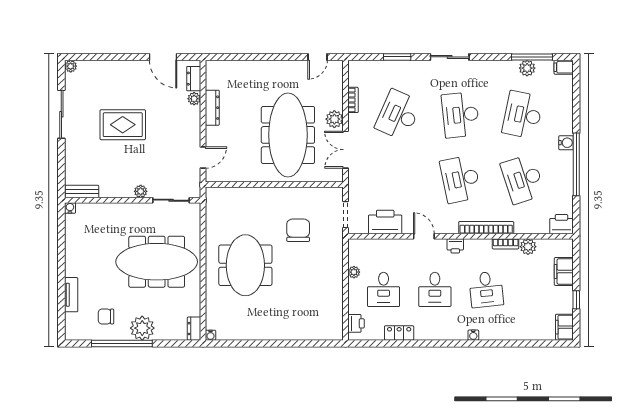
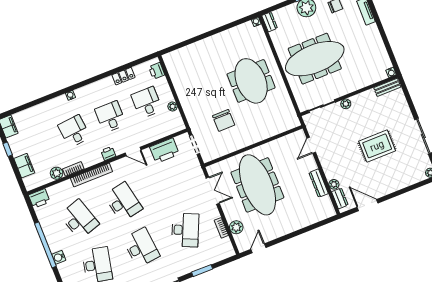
plant: (334, 119) -> (236, 227), moved

